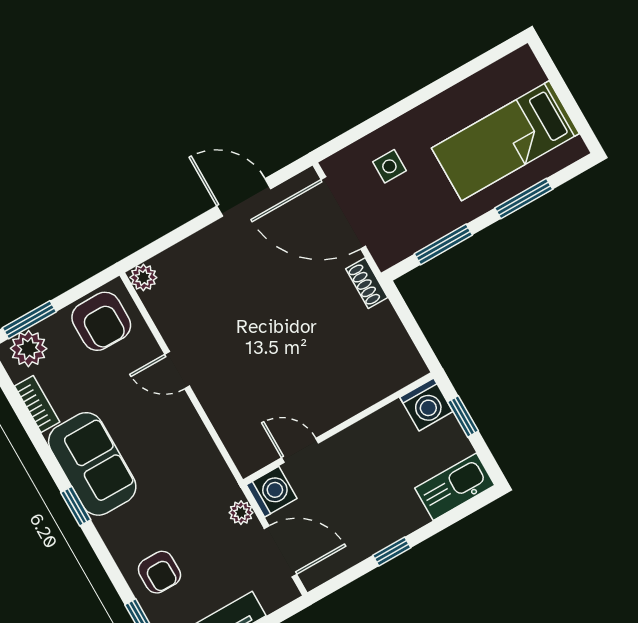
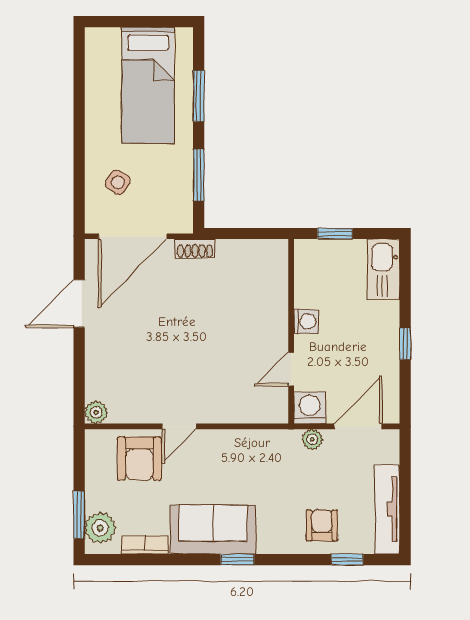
side table: (389, 166) -> (118, 182), turned 36
armchair: (101, 321) -> (139, 459), moved, turned 90
washing machine: (426, 404) -> (306, 321), moved, width x0.73, depth x0.73
armchair: (159, 572) -> (322, 525), turned -90

